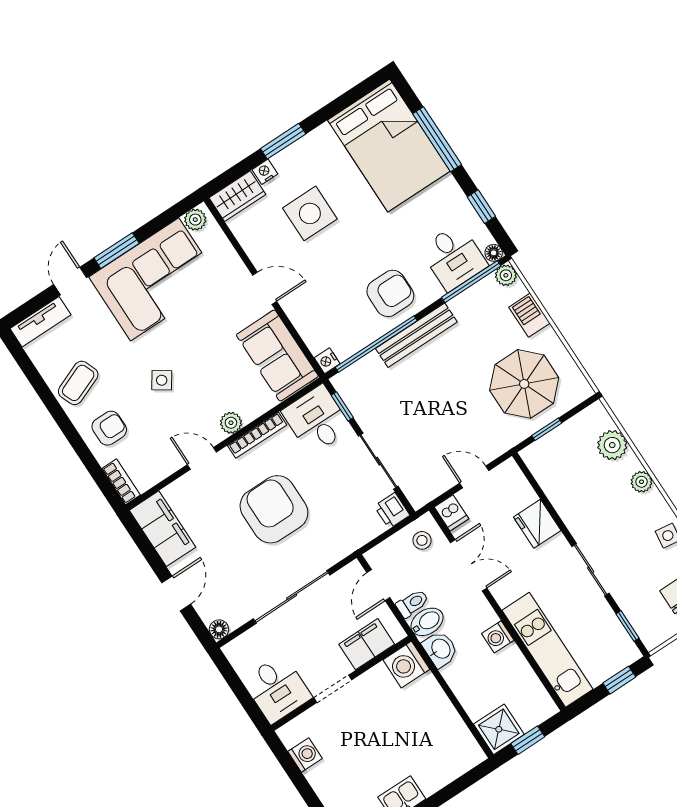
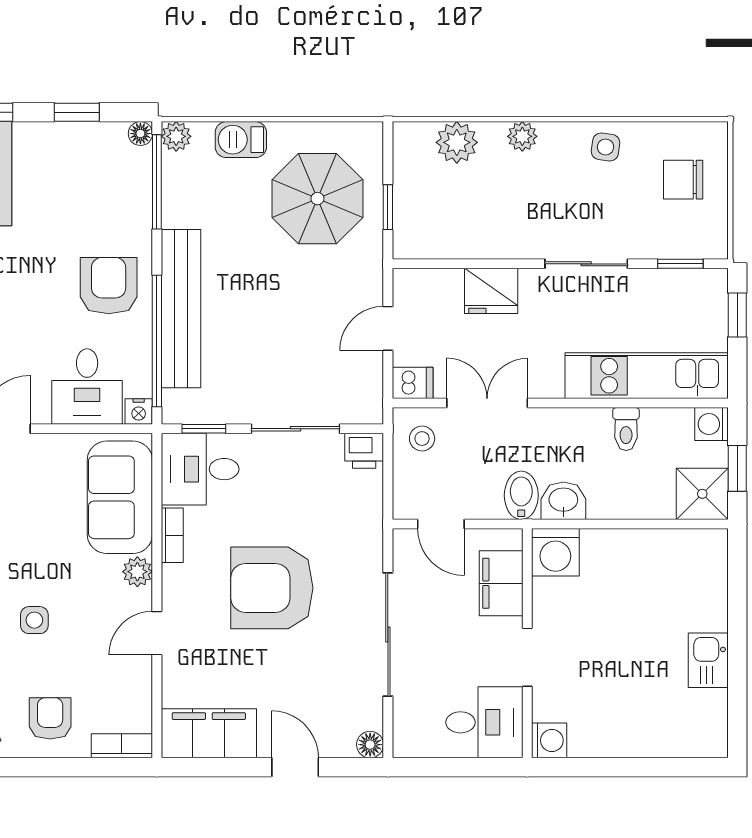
desk: (454, 257) -> (87, 387), moved, turned 90
bench: (416, 335) -> (181, 309), width x1.37, depth x1.21
sofa: (277, 356) -> (120, 497), moved, turned 90
side table: (162, 380) -> (34, 620), turned -34
bookcase: (257, 435) -> (172, 535), width x0.64
toilet: (412, 603) -> (626, 429), moved, turned 180
washing machine: (498, 637) -> (712, 424), moved, turned 90
washing machine: (305, 755) -> (549, 740), moved, turned 90

